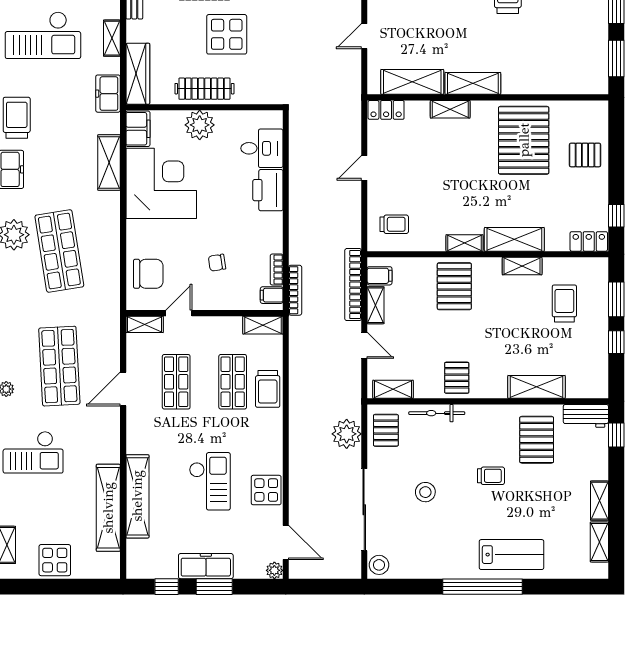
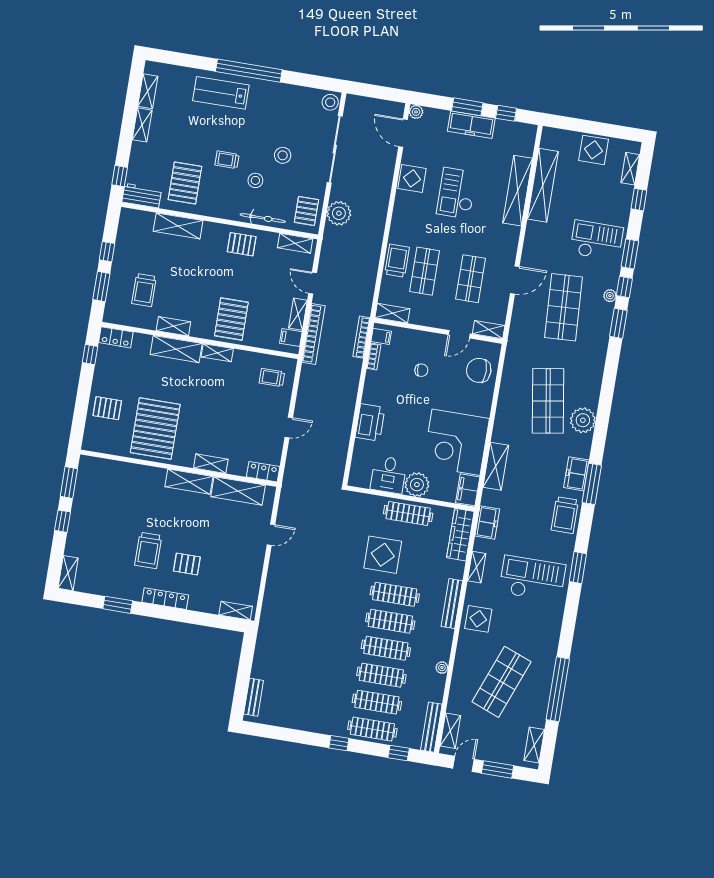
desk: (262, 148) -> (389, 475), moved, turned -90
pallet: (457, 378) -> (242, 244), turned 90
stool: (453, 457) -> (255, 180), added

